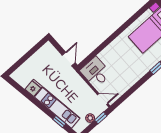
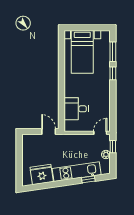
desk: (96, 72) -> (76, 109), moved
fridge: (34, 88) -> (42, 175), width x1.88, depth x1.34

